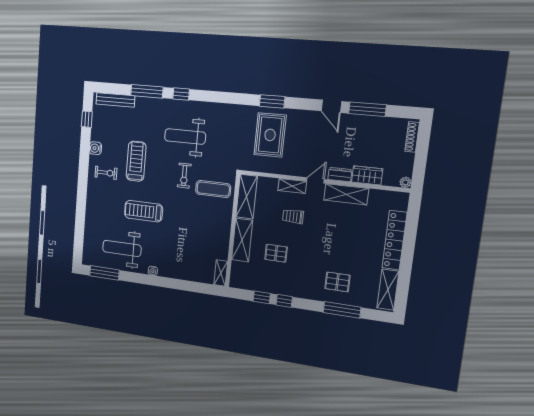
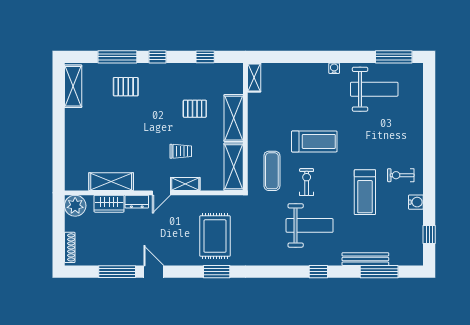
window: (147, 91) -> (379, 272), moved
bench: (115, 100) -> (365, 259), moved
plant: (405, 182) -> (75, 206), width x1.88, depth x1.88
exercise mat: (213, 189) -> (272, 171), turned 90
shelving: (346, 194) -> (111, 182), moved
treadmill: (144, 211) -> (314, 141), moved
locker: (394, 240) -> (73, 139), removed
window: (284, 301) -> (157, 57), moved

